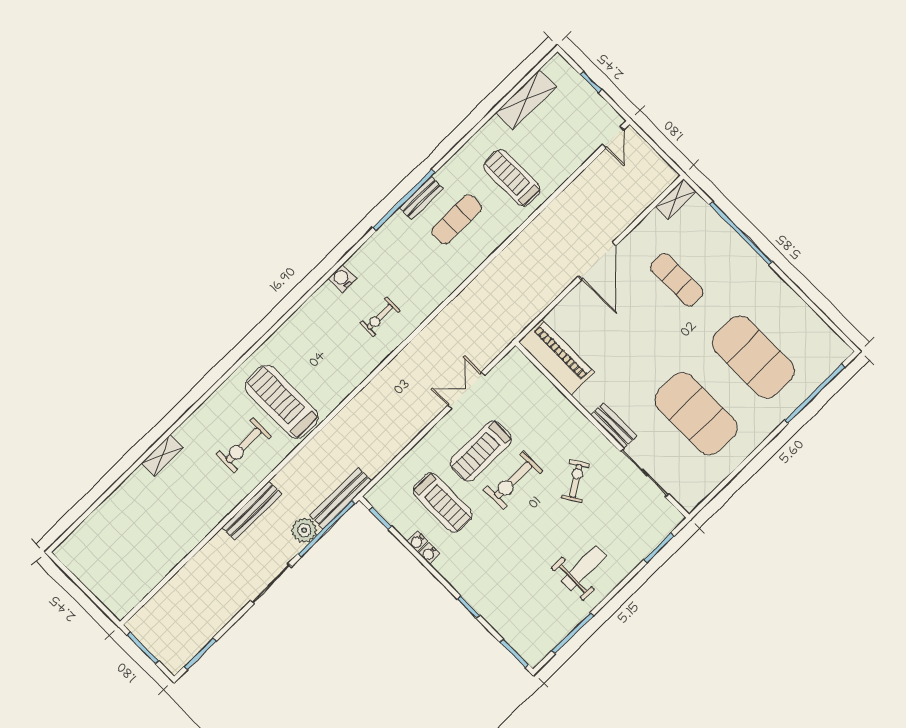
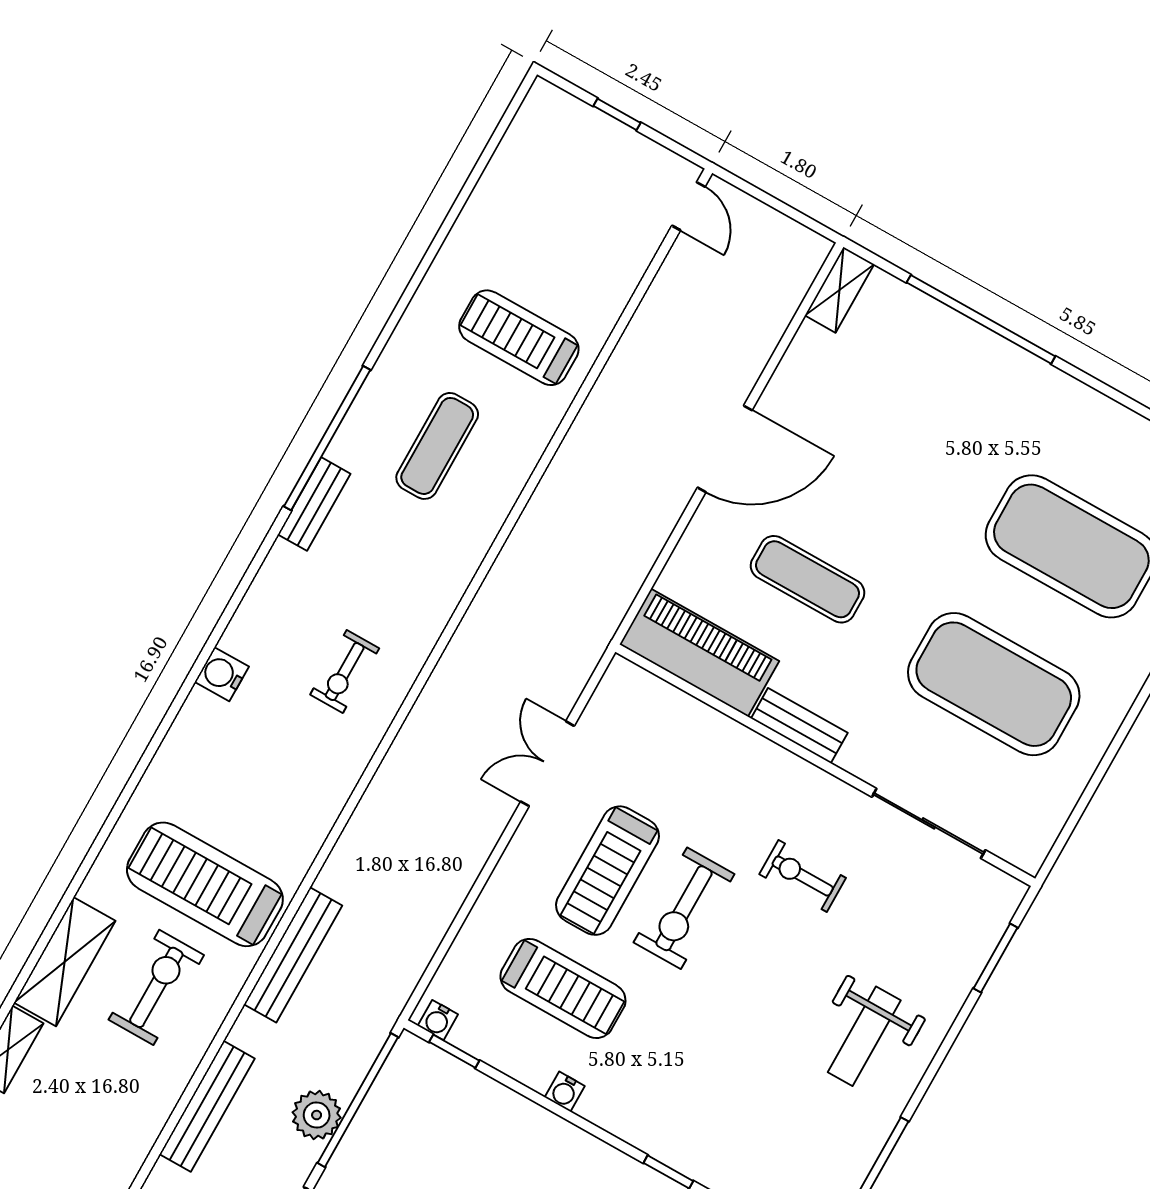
shelving: (526, 100) -> (65, 962), moved
bench: (421, 198) -> (314, 504), moved
door: (597, 261) -> (725, 449), hinge flipped
water cooler: (342, 278) -> (222, 674), moved
exercise mat: (677, 280) -> (808, 579), moved
bench: (614, 426) -> (799, 726), moved
exercise bike: (244, 445) -> (156, 987), turned 180
exercise bike: (576, 481) -> (803, 876), turned -57
bench: (341, 498) -> (293, 955), moved
water cooler: (417, 541) -> (438, 1020), moved
weight bench: (584, 568) -> (864, 1036), turned 180

